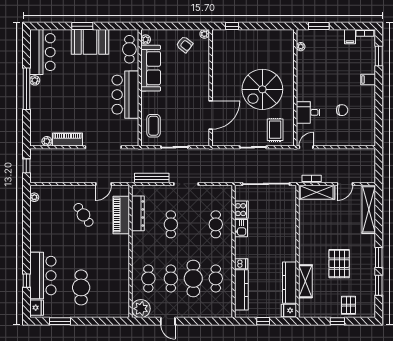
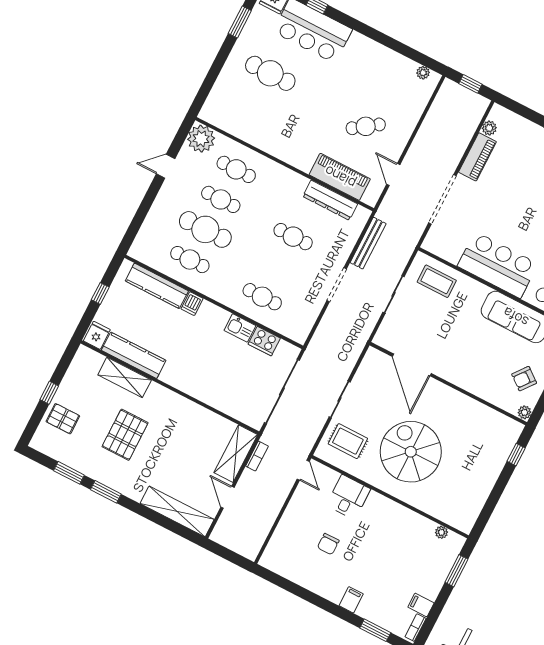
pallet: (339, 264) -> (125, 435), turned 90

